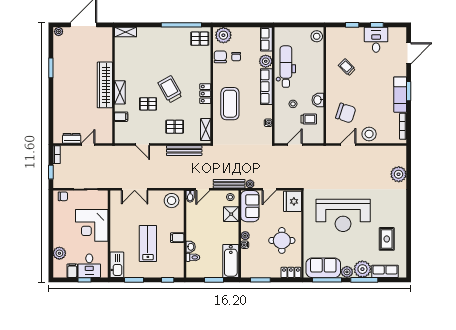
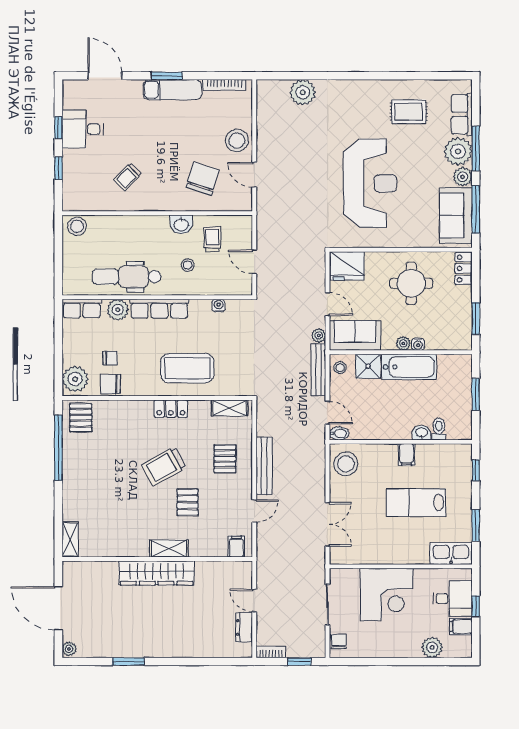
filing cabinet: (121, 117) -> (236, 547), moved
bench: (184, 151) -> (264, 466), moved
bathtub: (231, 261) -> (409, 367), moved

